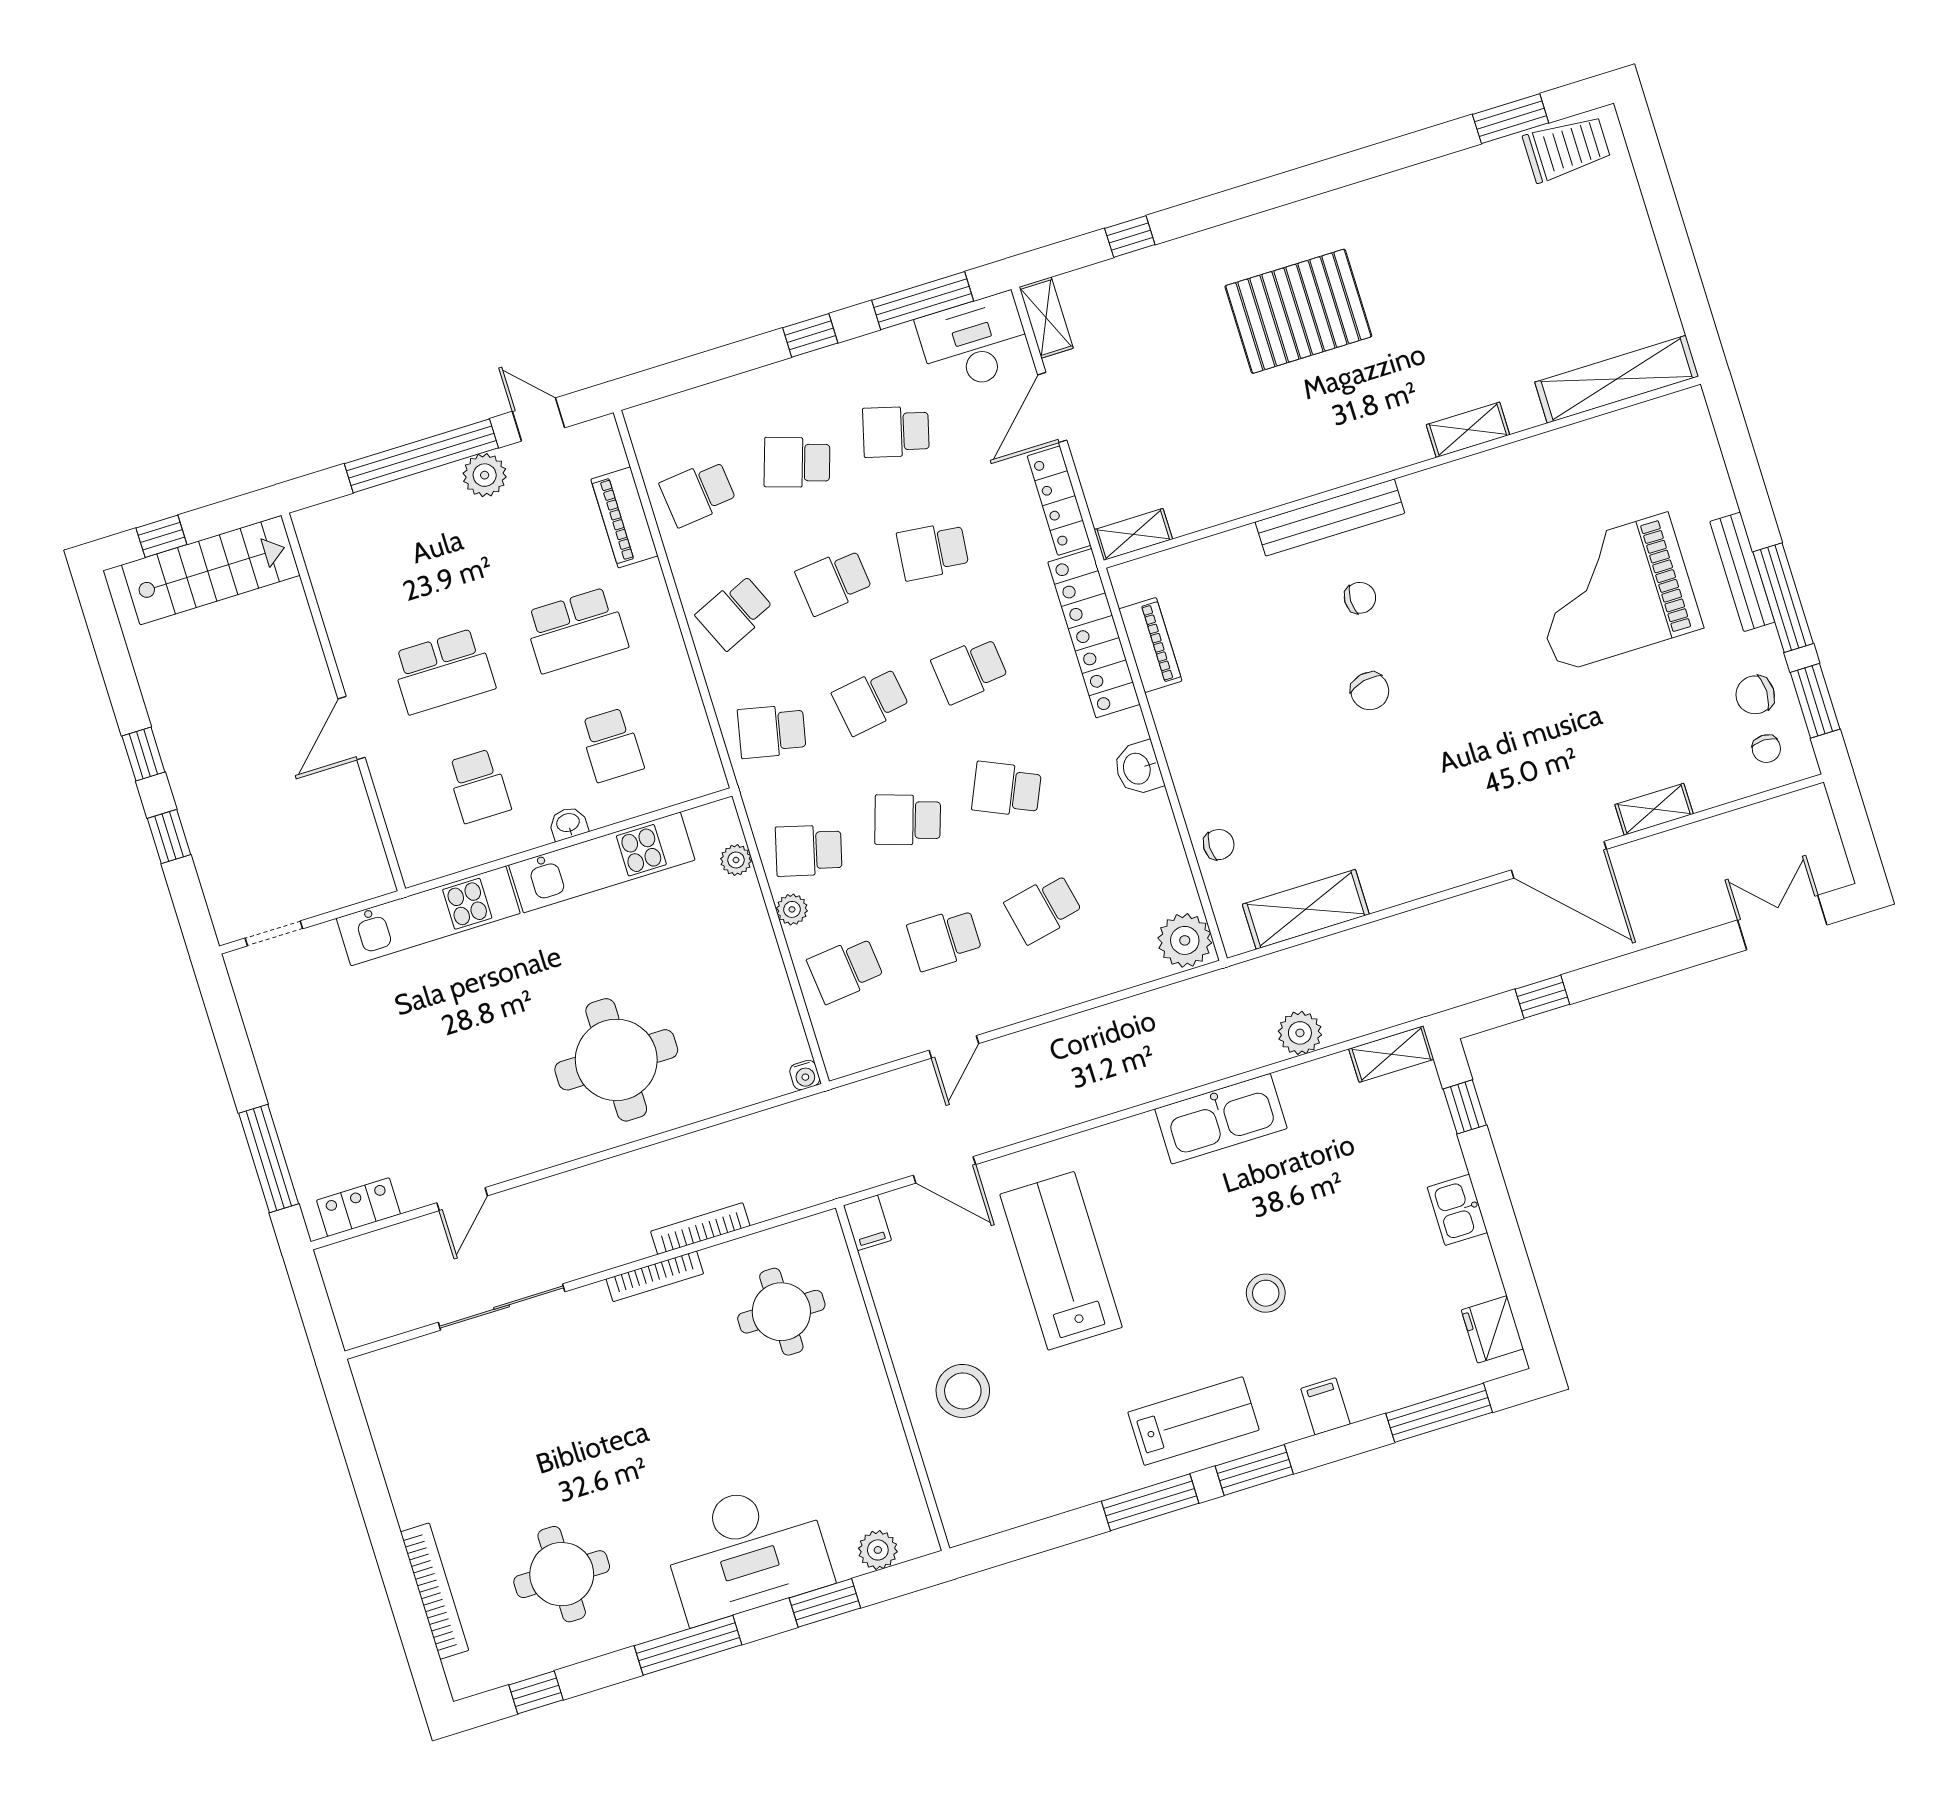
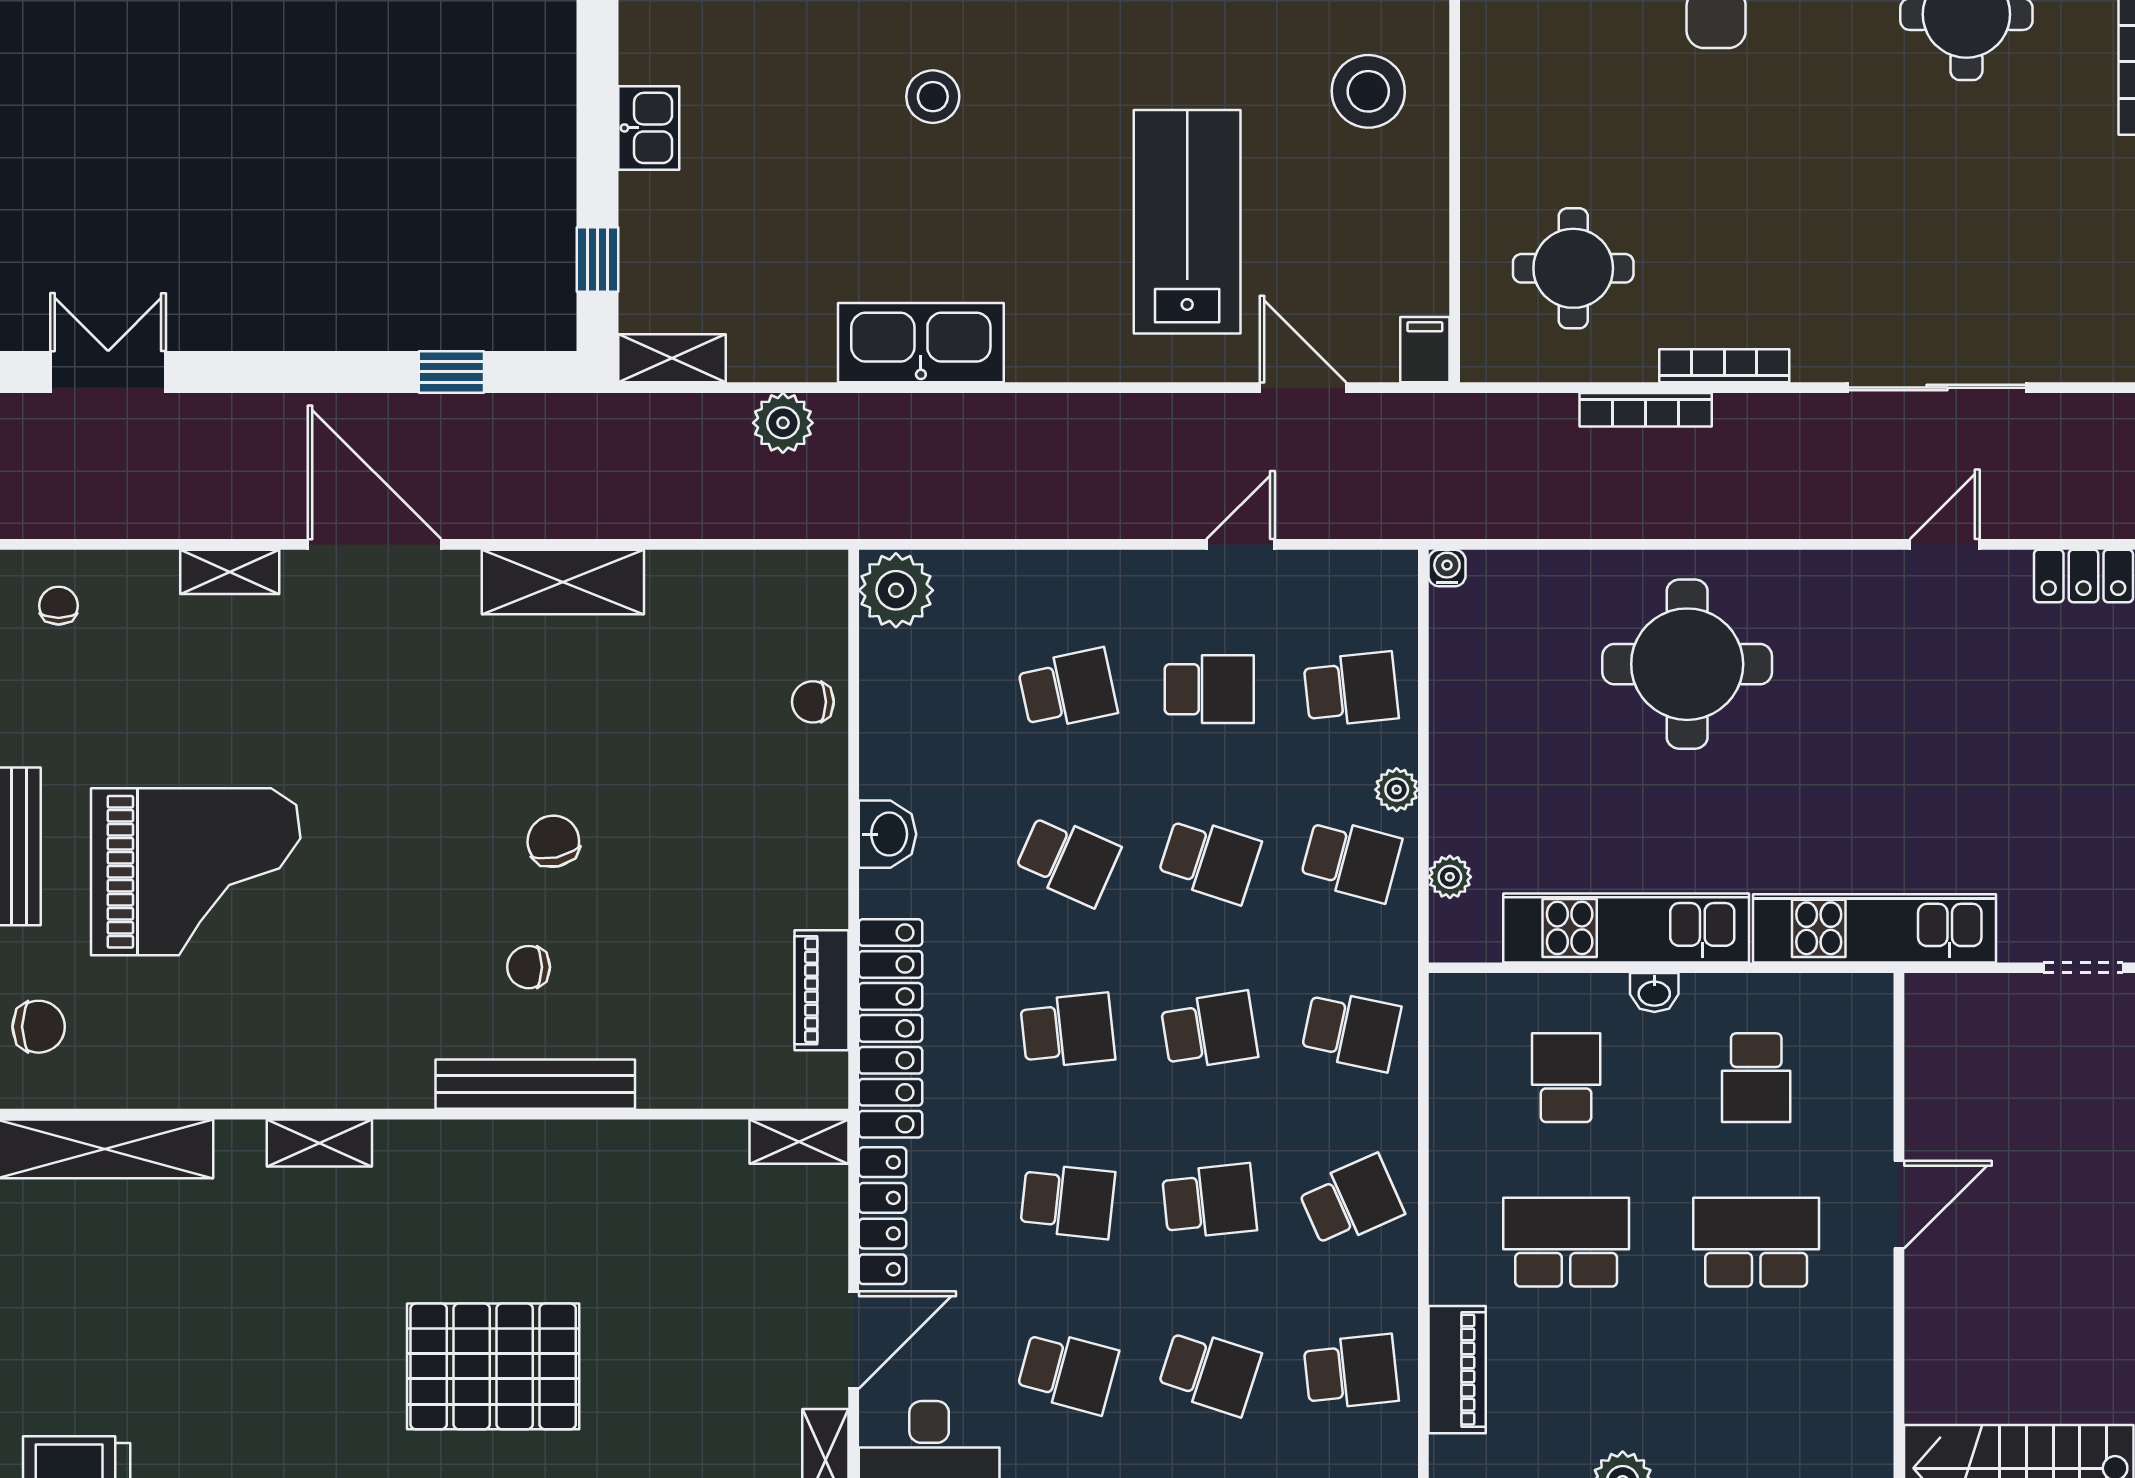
chair: (1755, 695) -> (39, 1027), moved
school desk: (479, 786) -> (1756, 1078), turned 180
shelving: (1306, 909) -> (563, 582), moved
double door: (1782, 923) -> (108, 372), swing flipped
lab bench: (1061, 1261) -> (1187, 222), turned 180

